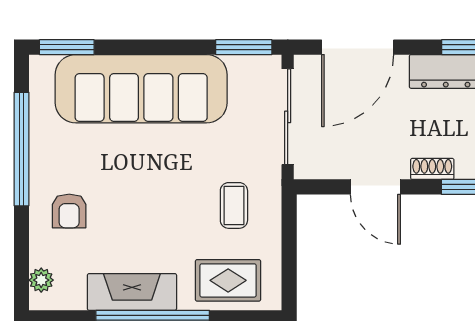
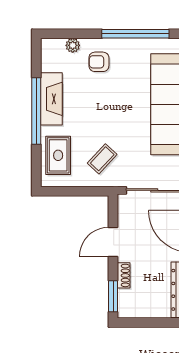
coffee table: (234, 205) -> (102, 159), turned -47
plant: (41, 280) -> (73, 45), moved

